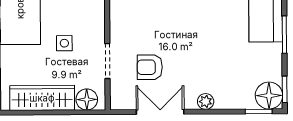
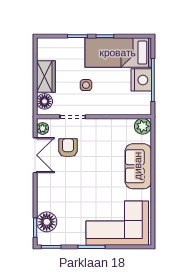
floor lamp: (269, 96) -> (47, 222), moved
wardrobe: (42, 98) -> (46, 76), width x0.67
plant: (206, 101) -> (43, 128), moved

